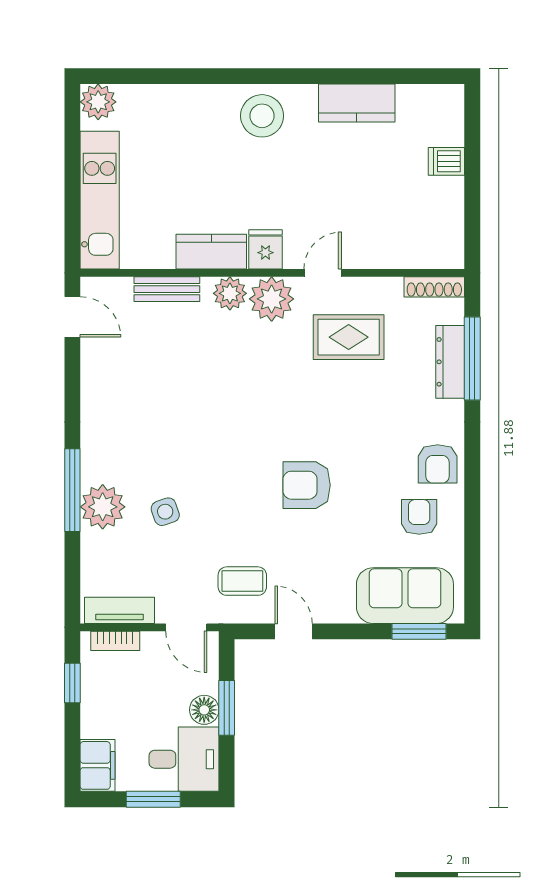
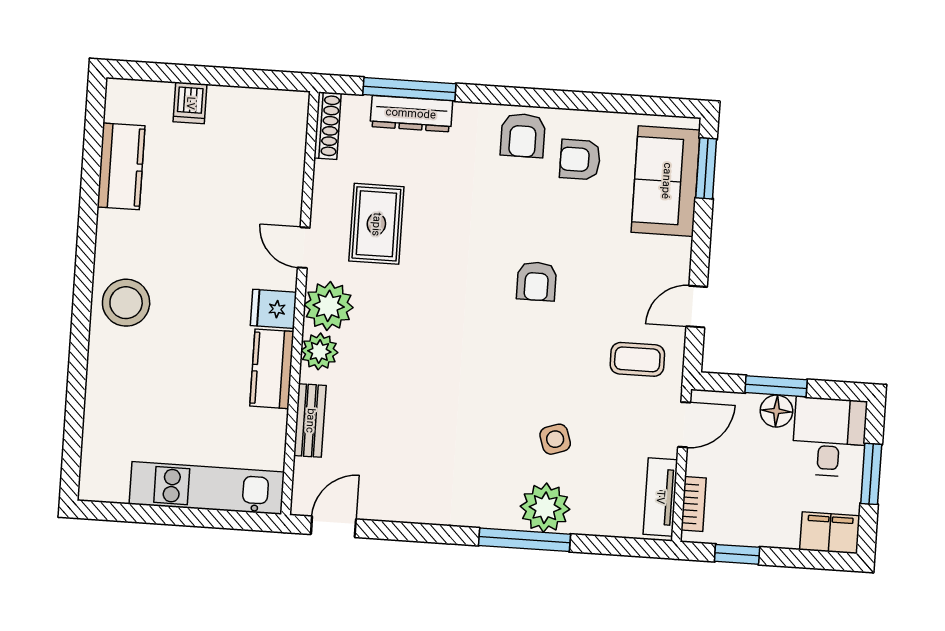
plant: (98, 102) -> (98, 482), removed
kitchen counter: (357, 103) -> (121, 166), moved
armchair: (438, 464) -> (523, 135), turned 90
armchair: (307, 485) -> (537, 281), width x0.72, depth x0.72
coffee table: (242, 581) -> (637, 359), turned 90

